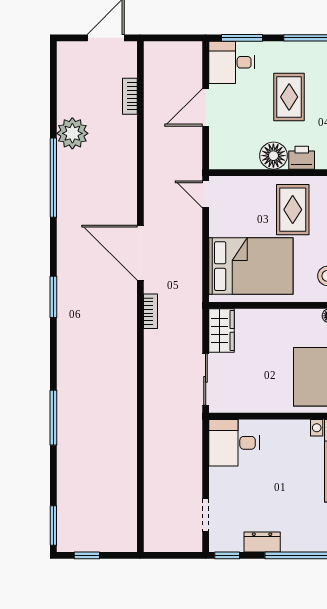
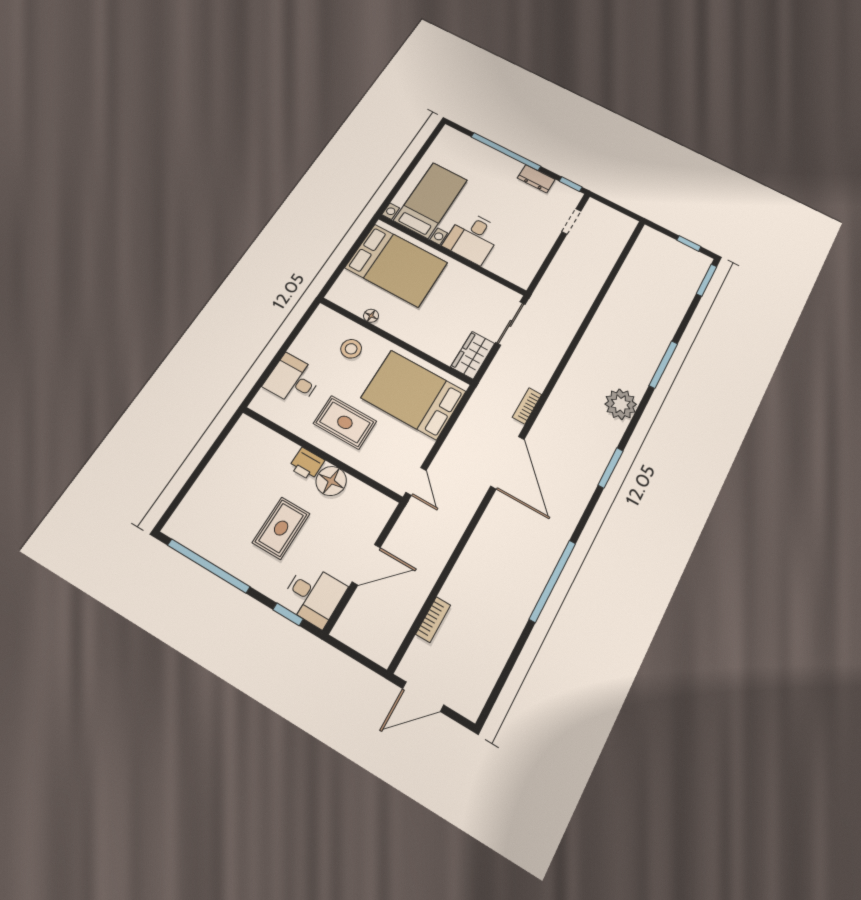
window: (242, 38) -> (288, 614), width x0.67
plant: (72, 133) -> (621, 404), moved
rug: (293, 210) -> (345, 422), turned 90
desk: (234, 443) -> (473, 238), moved, turned 90

